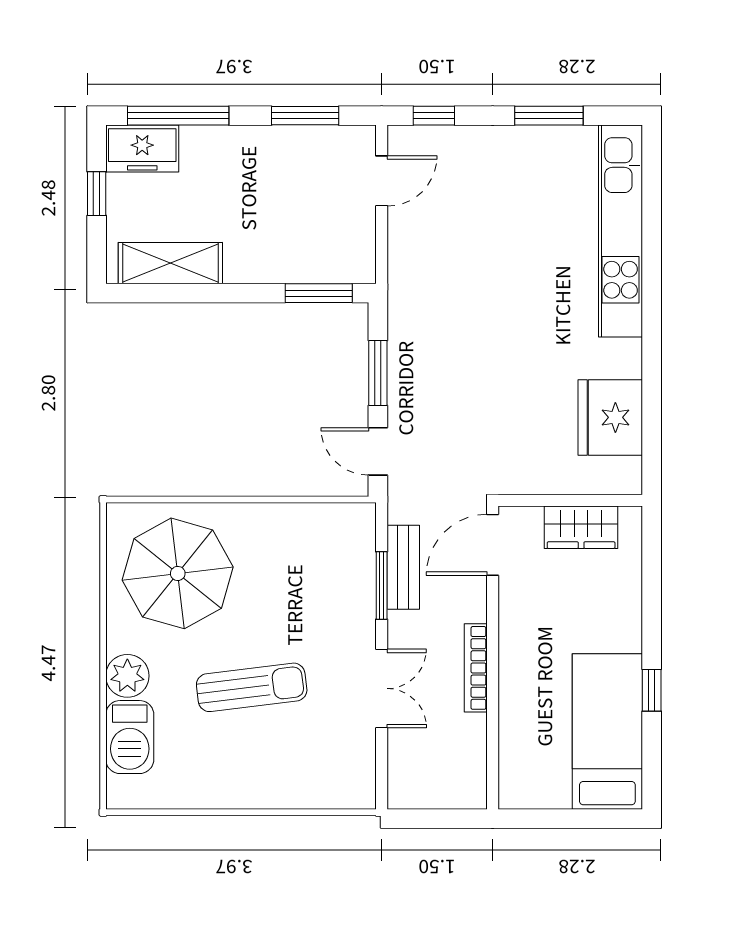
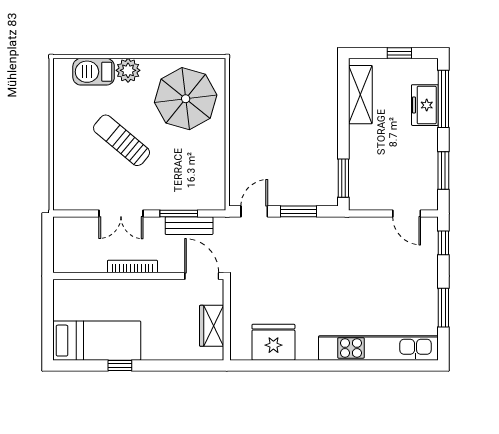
freezer: (142, 148) -> (425, 105), moved
sun lounger: (252, 687) -> (122, 140), turned 137

